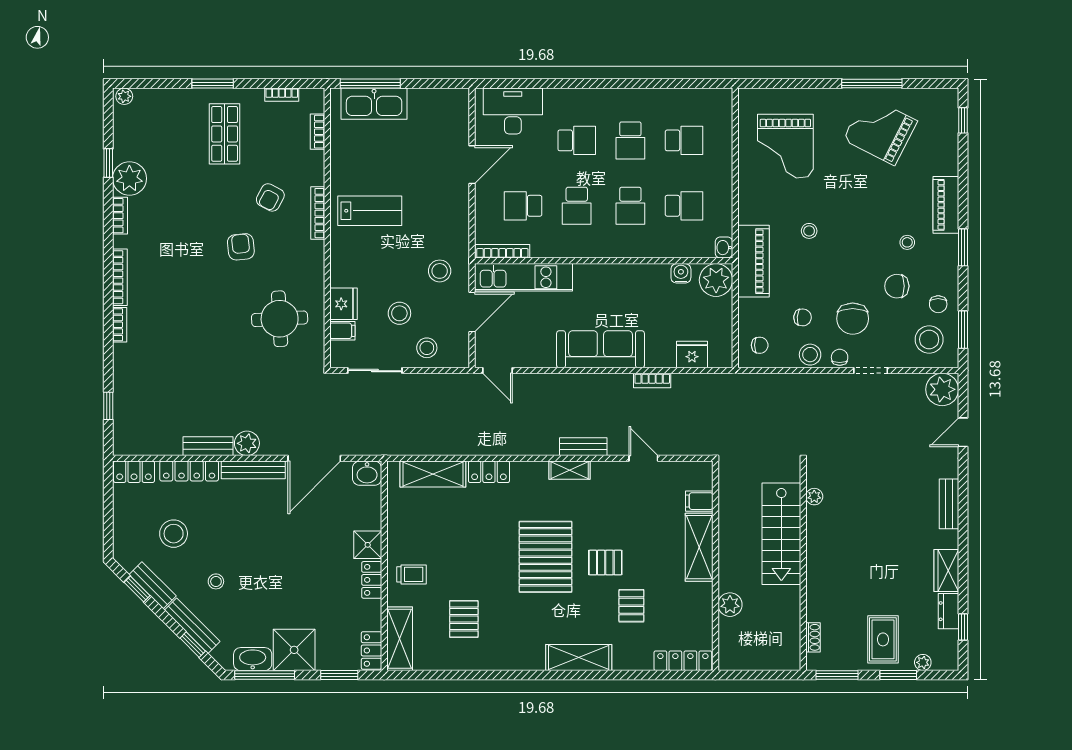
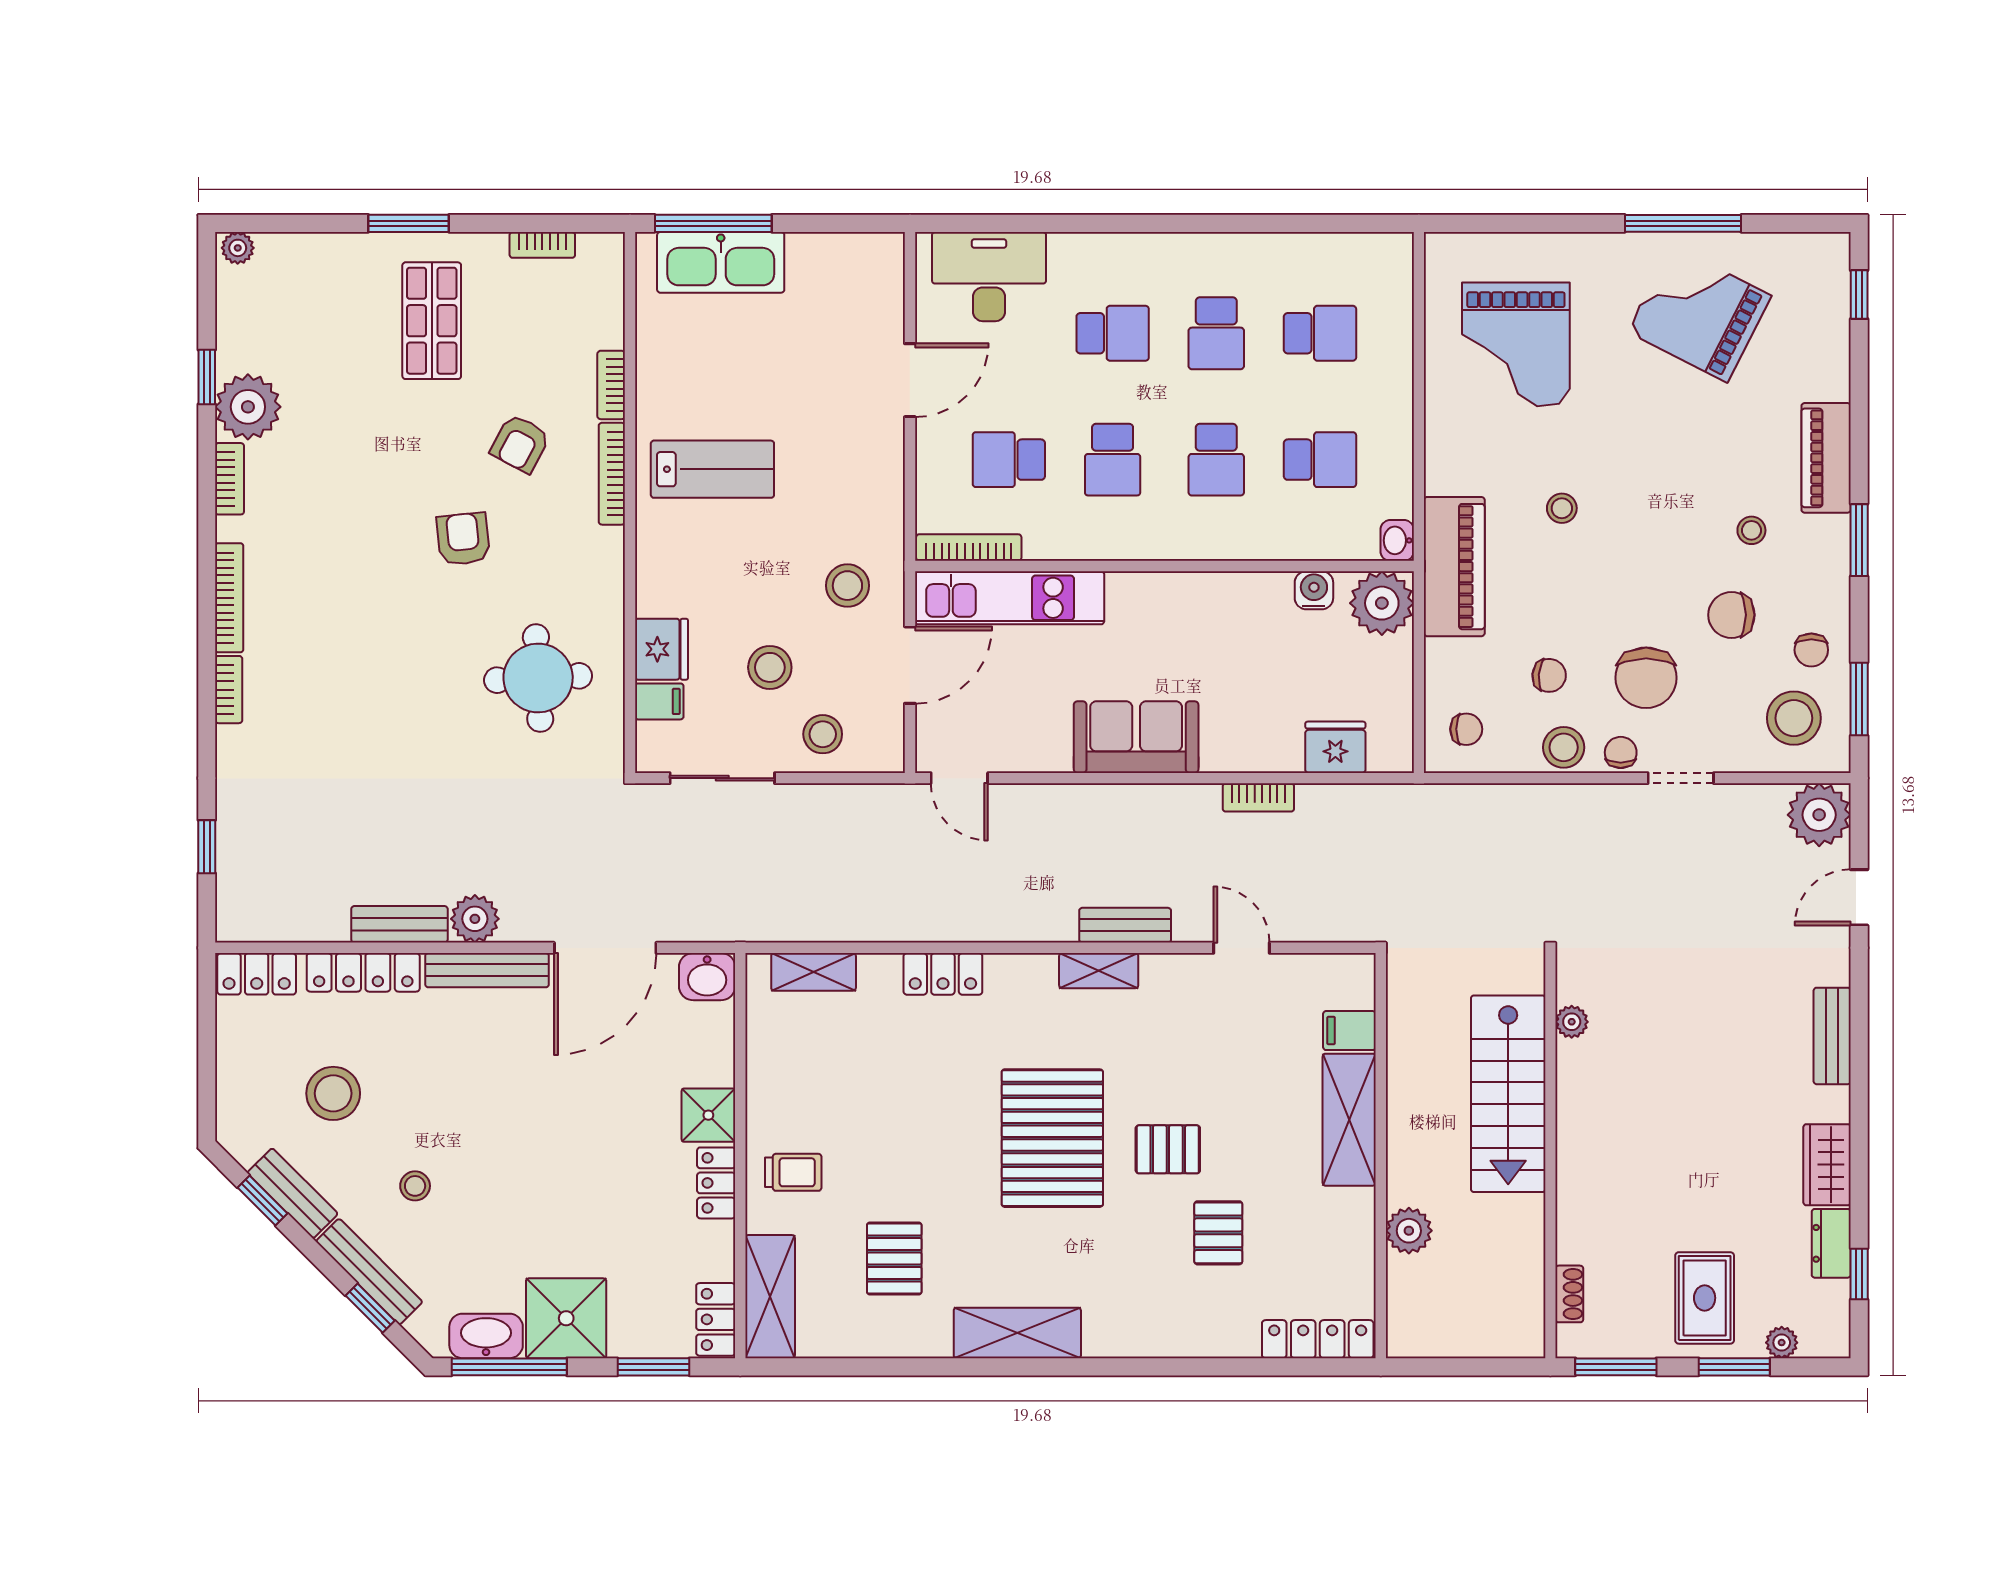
bookcase: (317, 132) -> (611, 385), moved
sofa: (600, 349) -> (1136, 737), width x0.73
shelving: (433, 474) -> (814, 972), width x0.67, depth x0.75
shelving: (579, 657) -> (1017, 1333), moved

